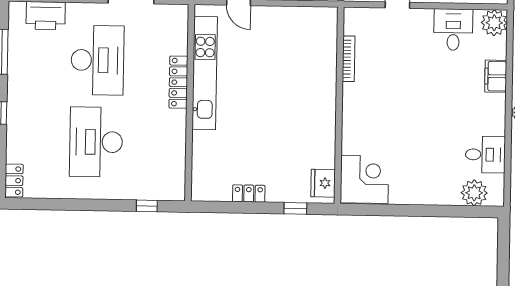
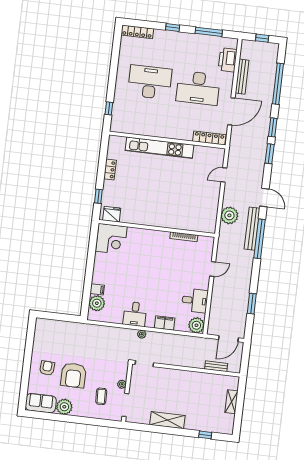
kitchen unit: (205, 73) -> (159, 148), moved
locker: (178, 82) -> (209, 138), moved
desk: (485, 155) -> (135, 314), moved
locker: (14, 181) -> (137, 32), width x1.53
filing cabinet: (451, 195) -> (97, 289), added

